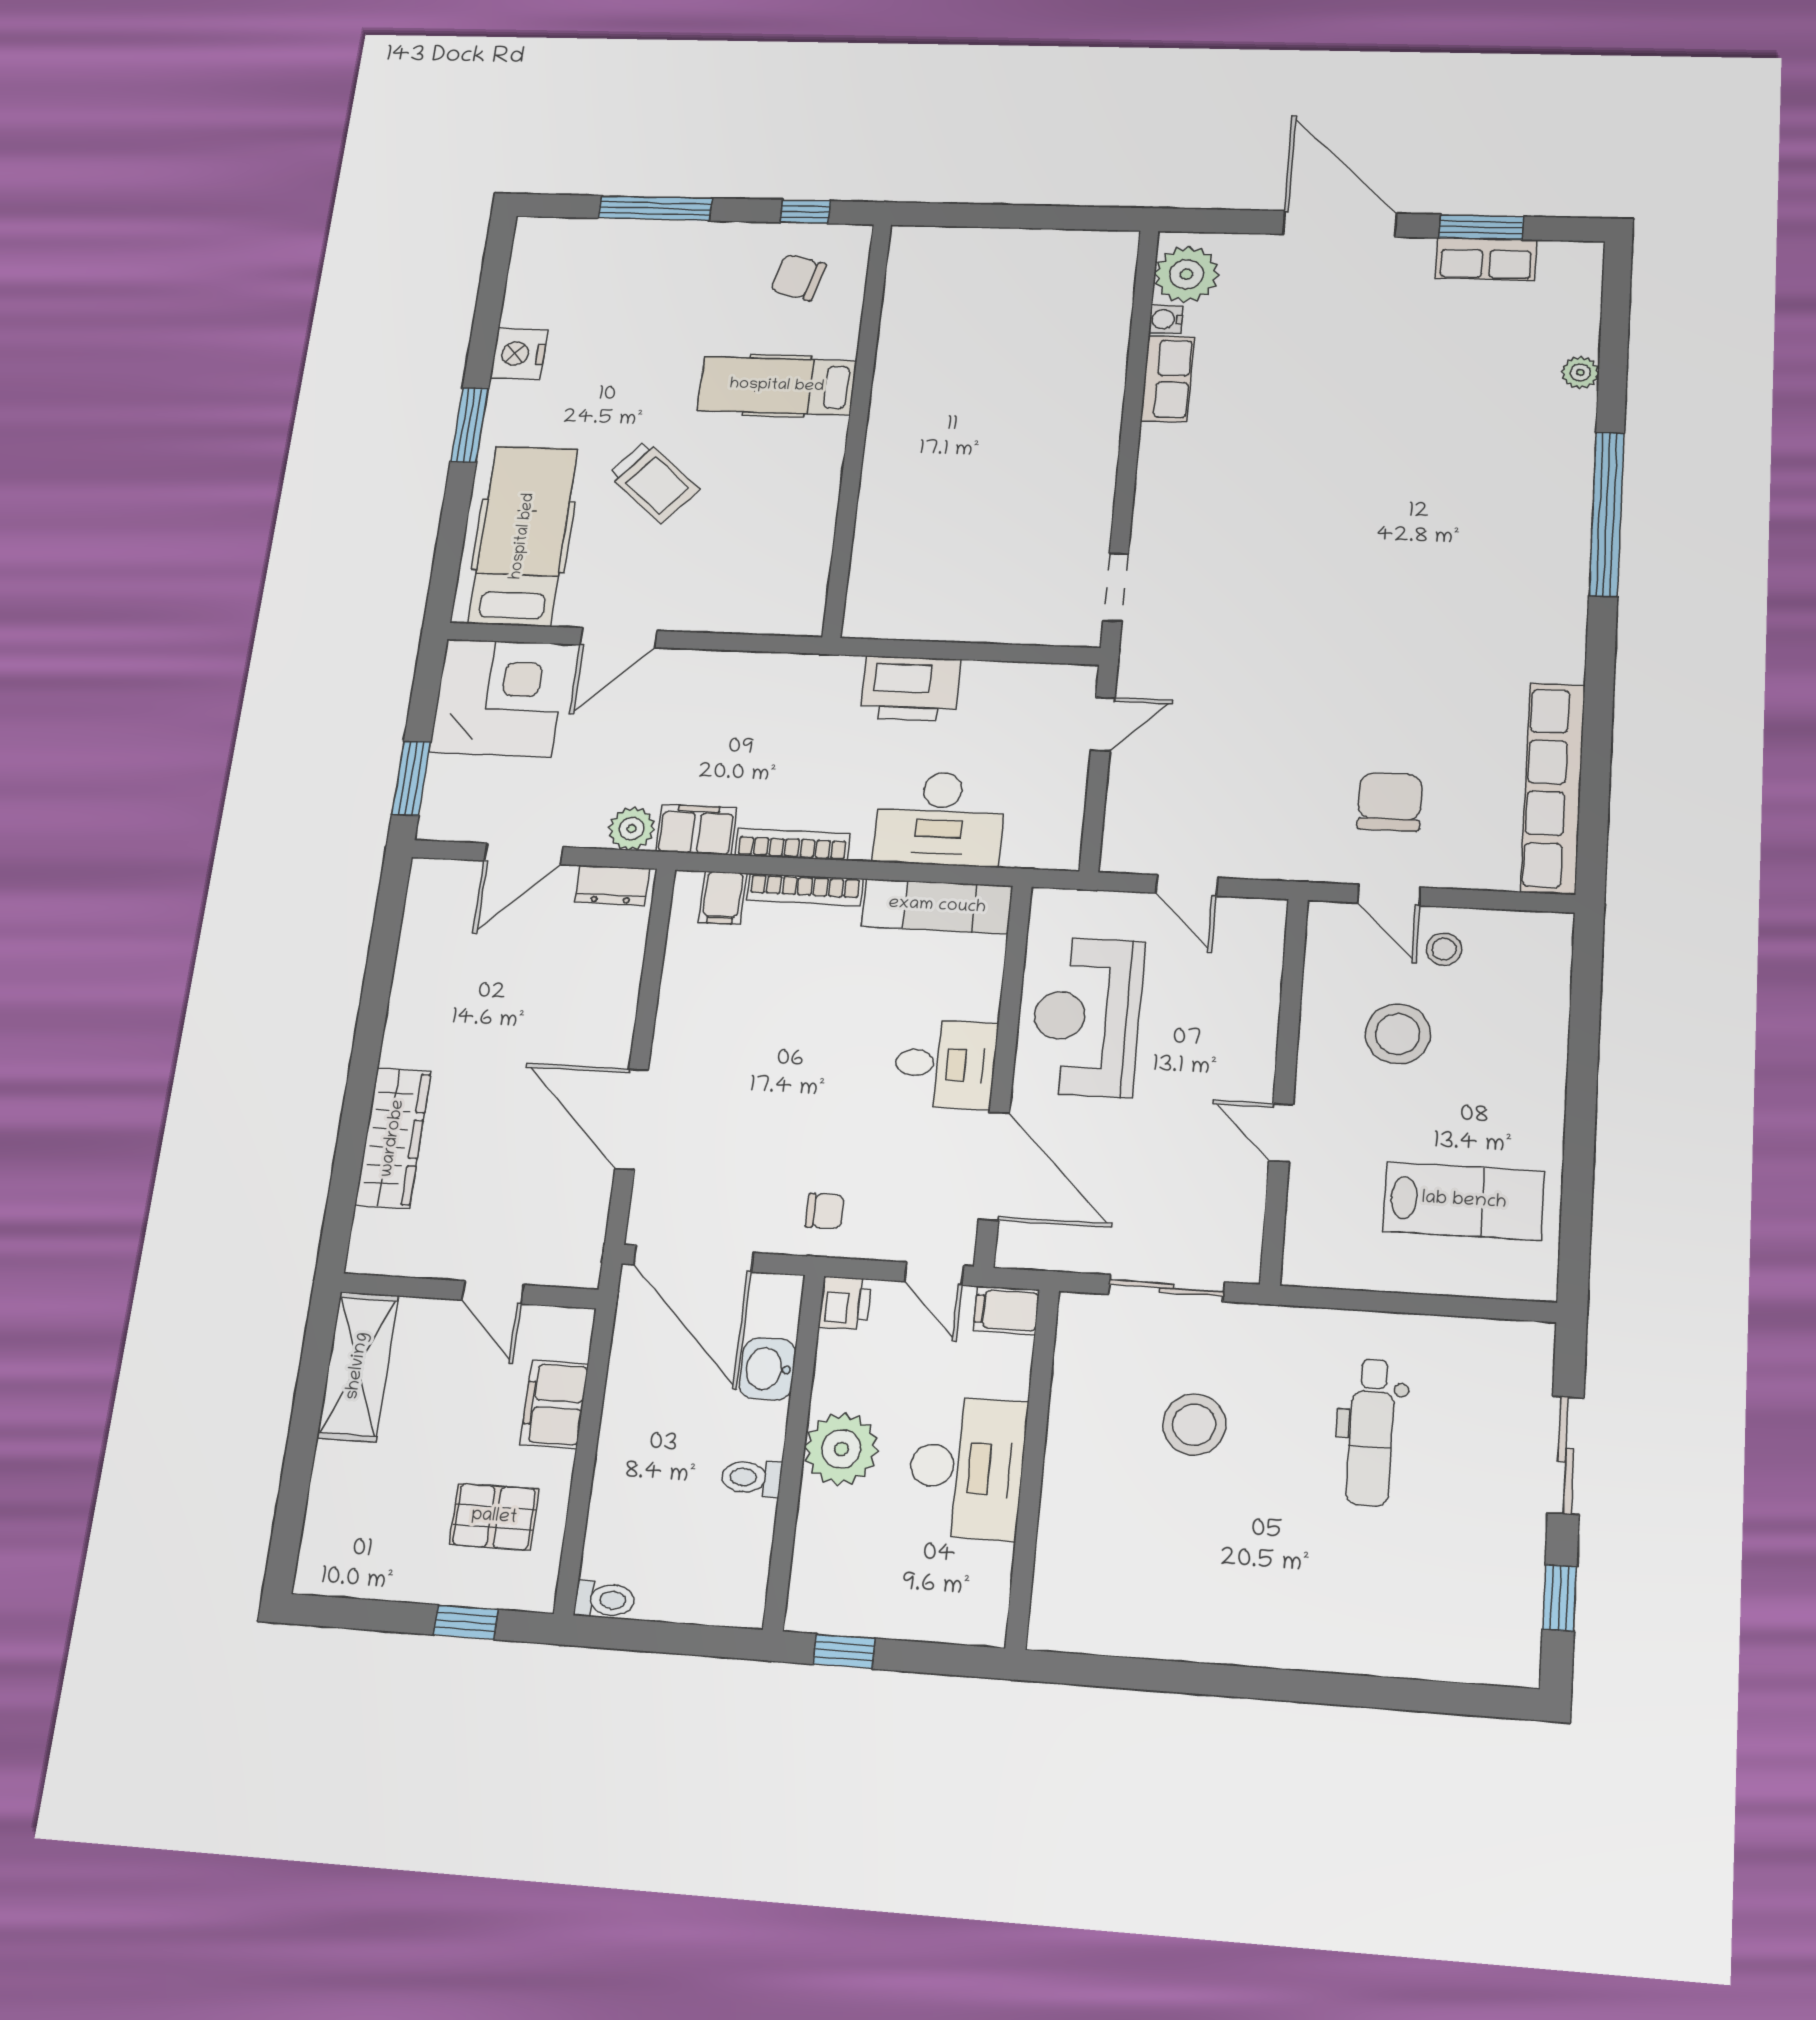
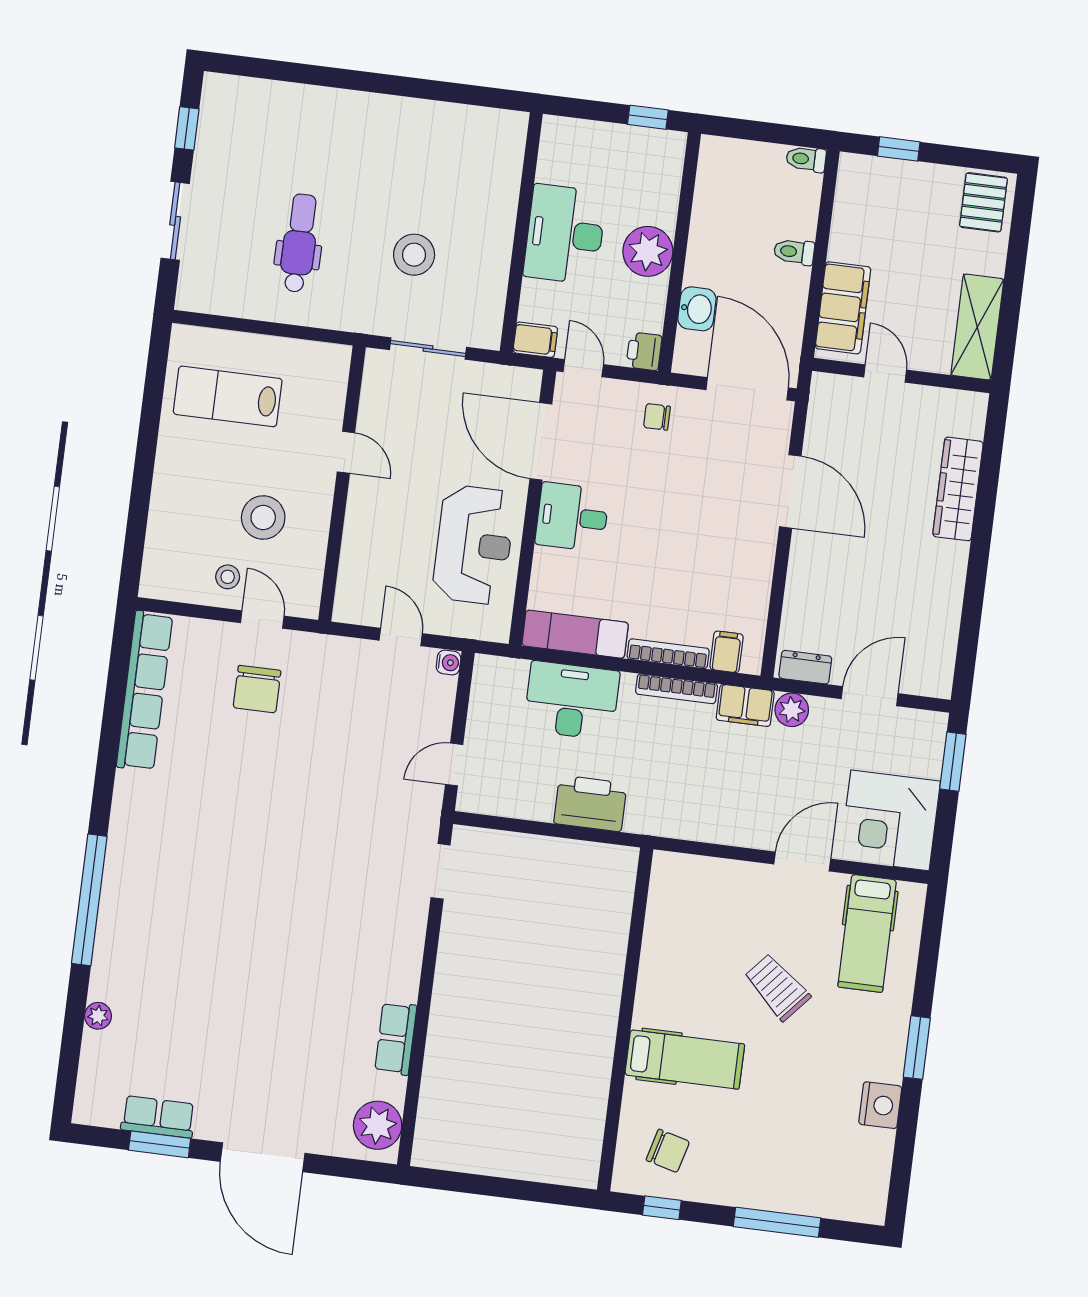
water cooler: (1166, 319) -> (449, 662), moved
hospital bed: (523, 536) -> (867, 933), width x0.73, depth x0.78
filing cabinet: (554, 1404) -> (843, 308), width x1.50, depth x1.17
toilet: (752, 1477) -> (794, 252), moved, turned 180
pallet: (494, 1517) -> (984, 202), moved, turned 90

